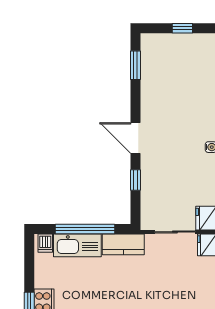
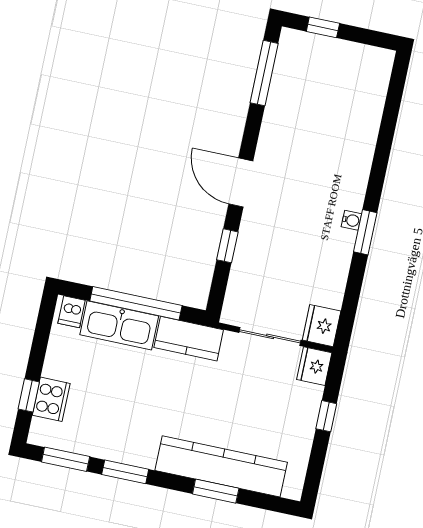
window: (182, 28) -> (323, 27), moved
window: (135, 65) -> (264, 73), width x1.44

